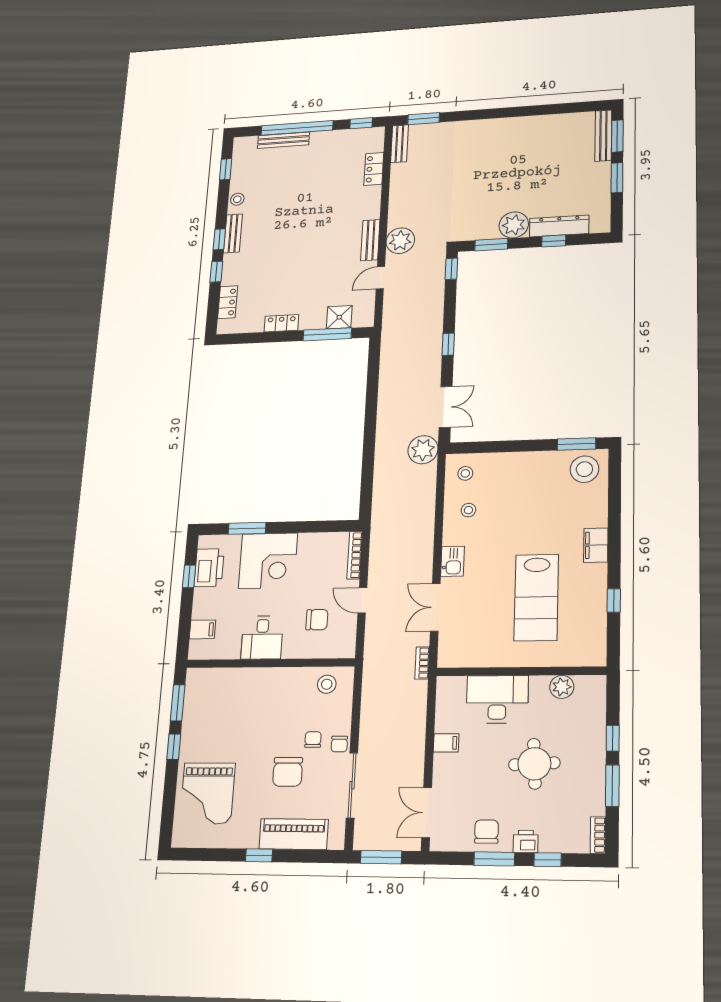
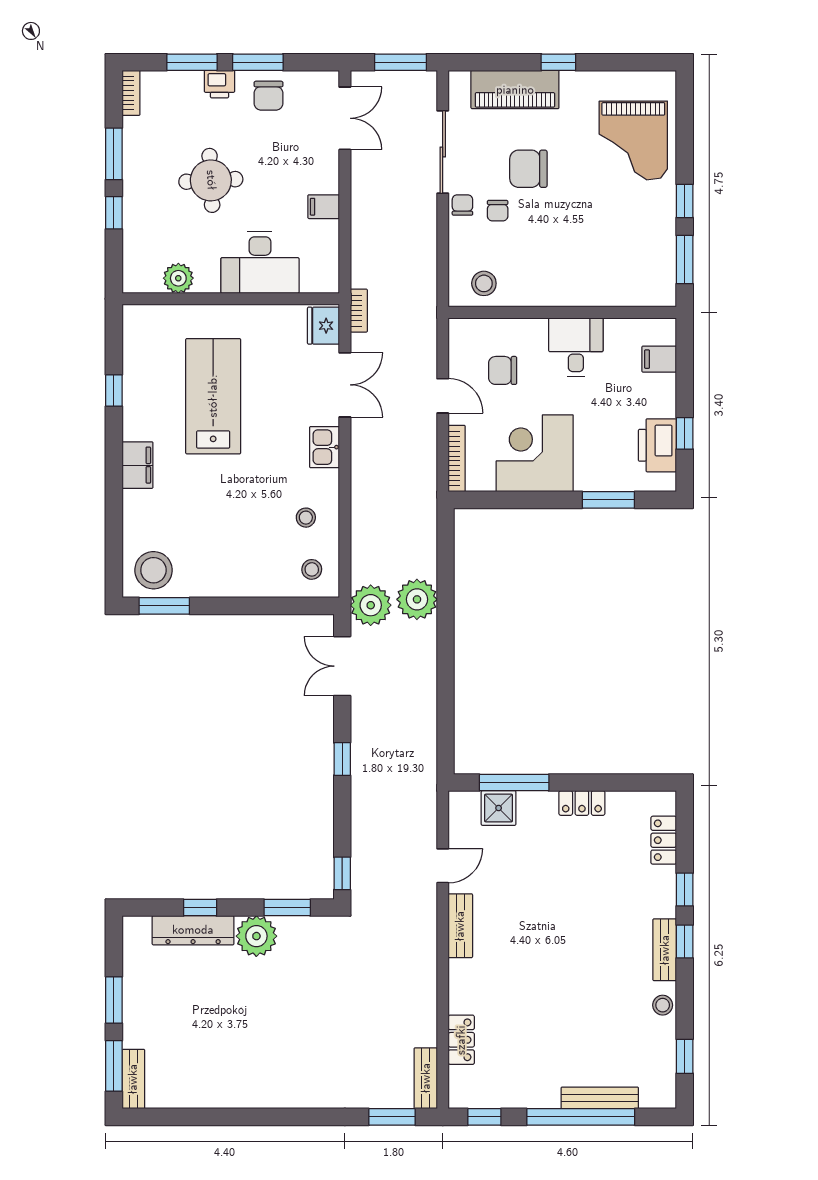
bench: (603, 136) -> (133, 1079), width x0.73
plant: (400, 241) -> (417, 599), moved
corner desk: (268, 561) -> (535, 453), moved
fridge: (450, 651) -> (323, 326), added
chair: (288, 772) -> (528, 169), turned -90
grand piano: (208, 793) -> (633, 140), turned 180
window: (548, 860) -> (192, 62), width x1.50

